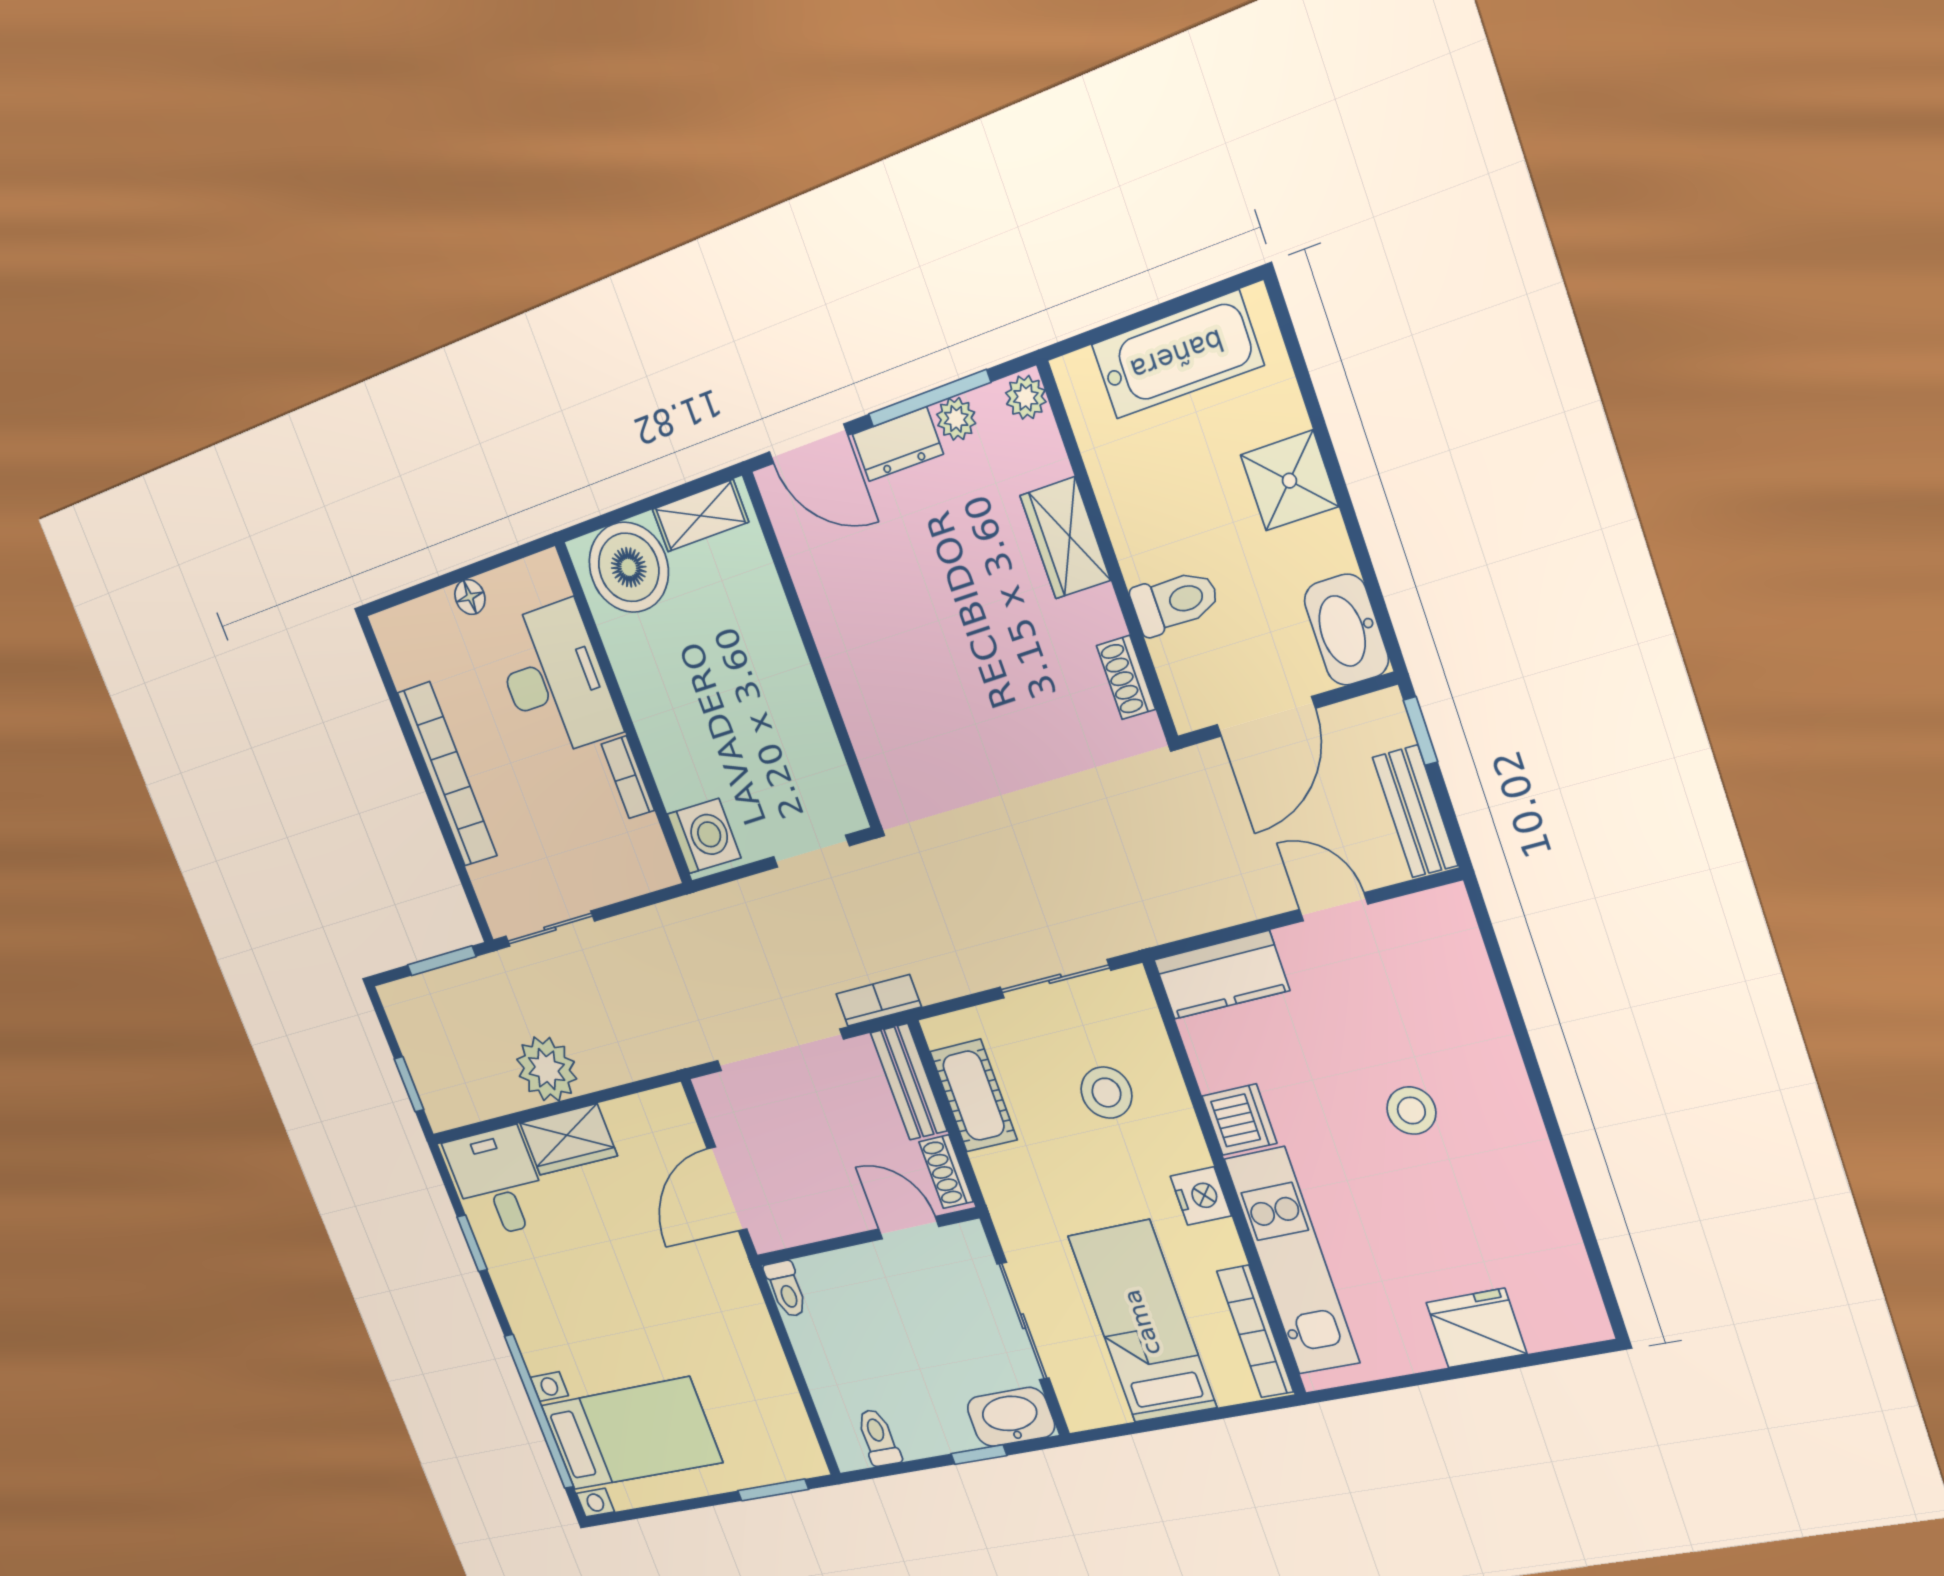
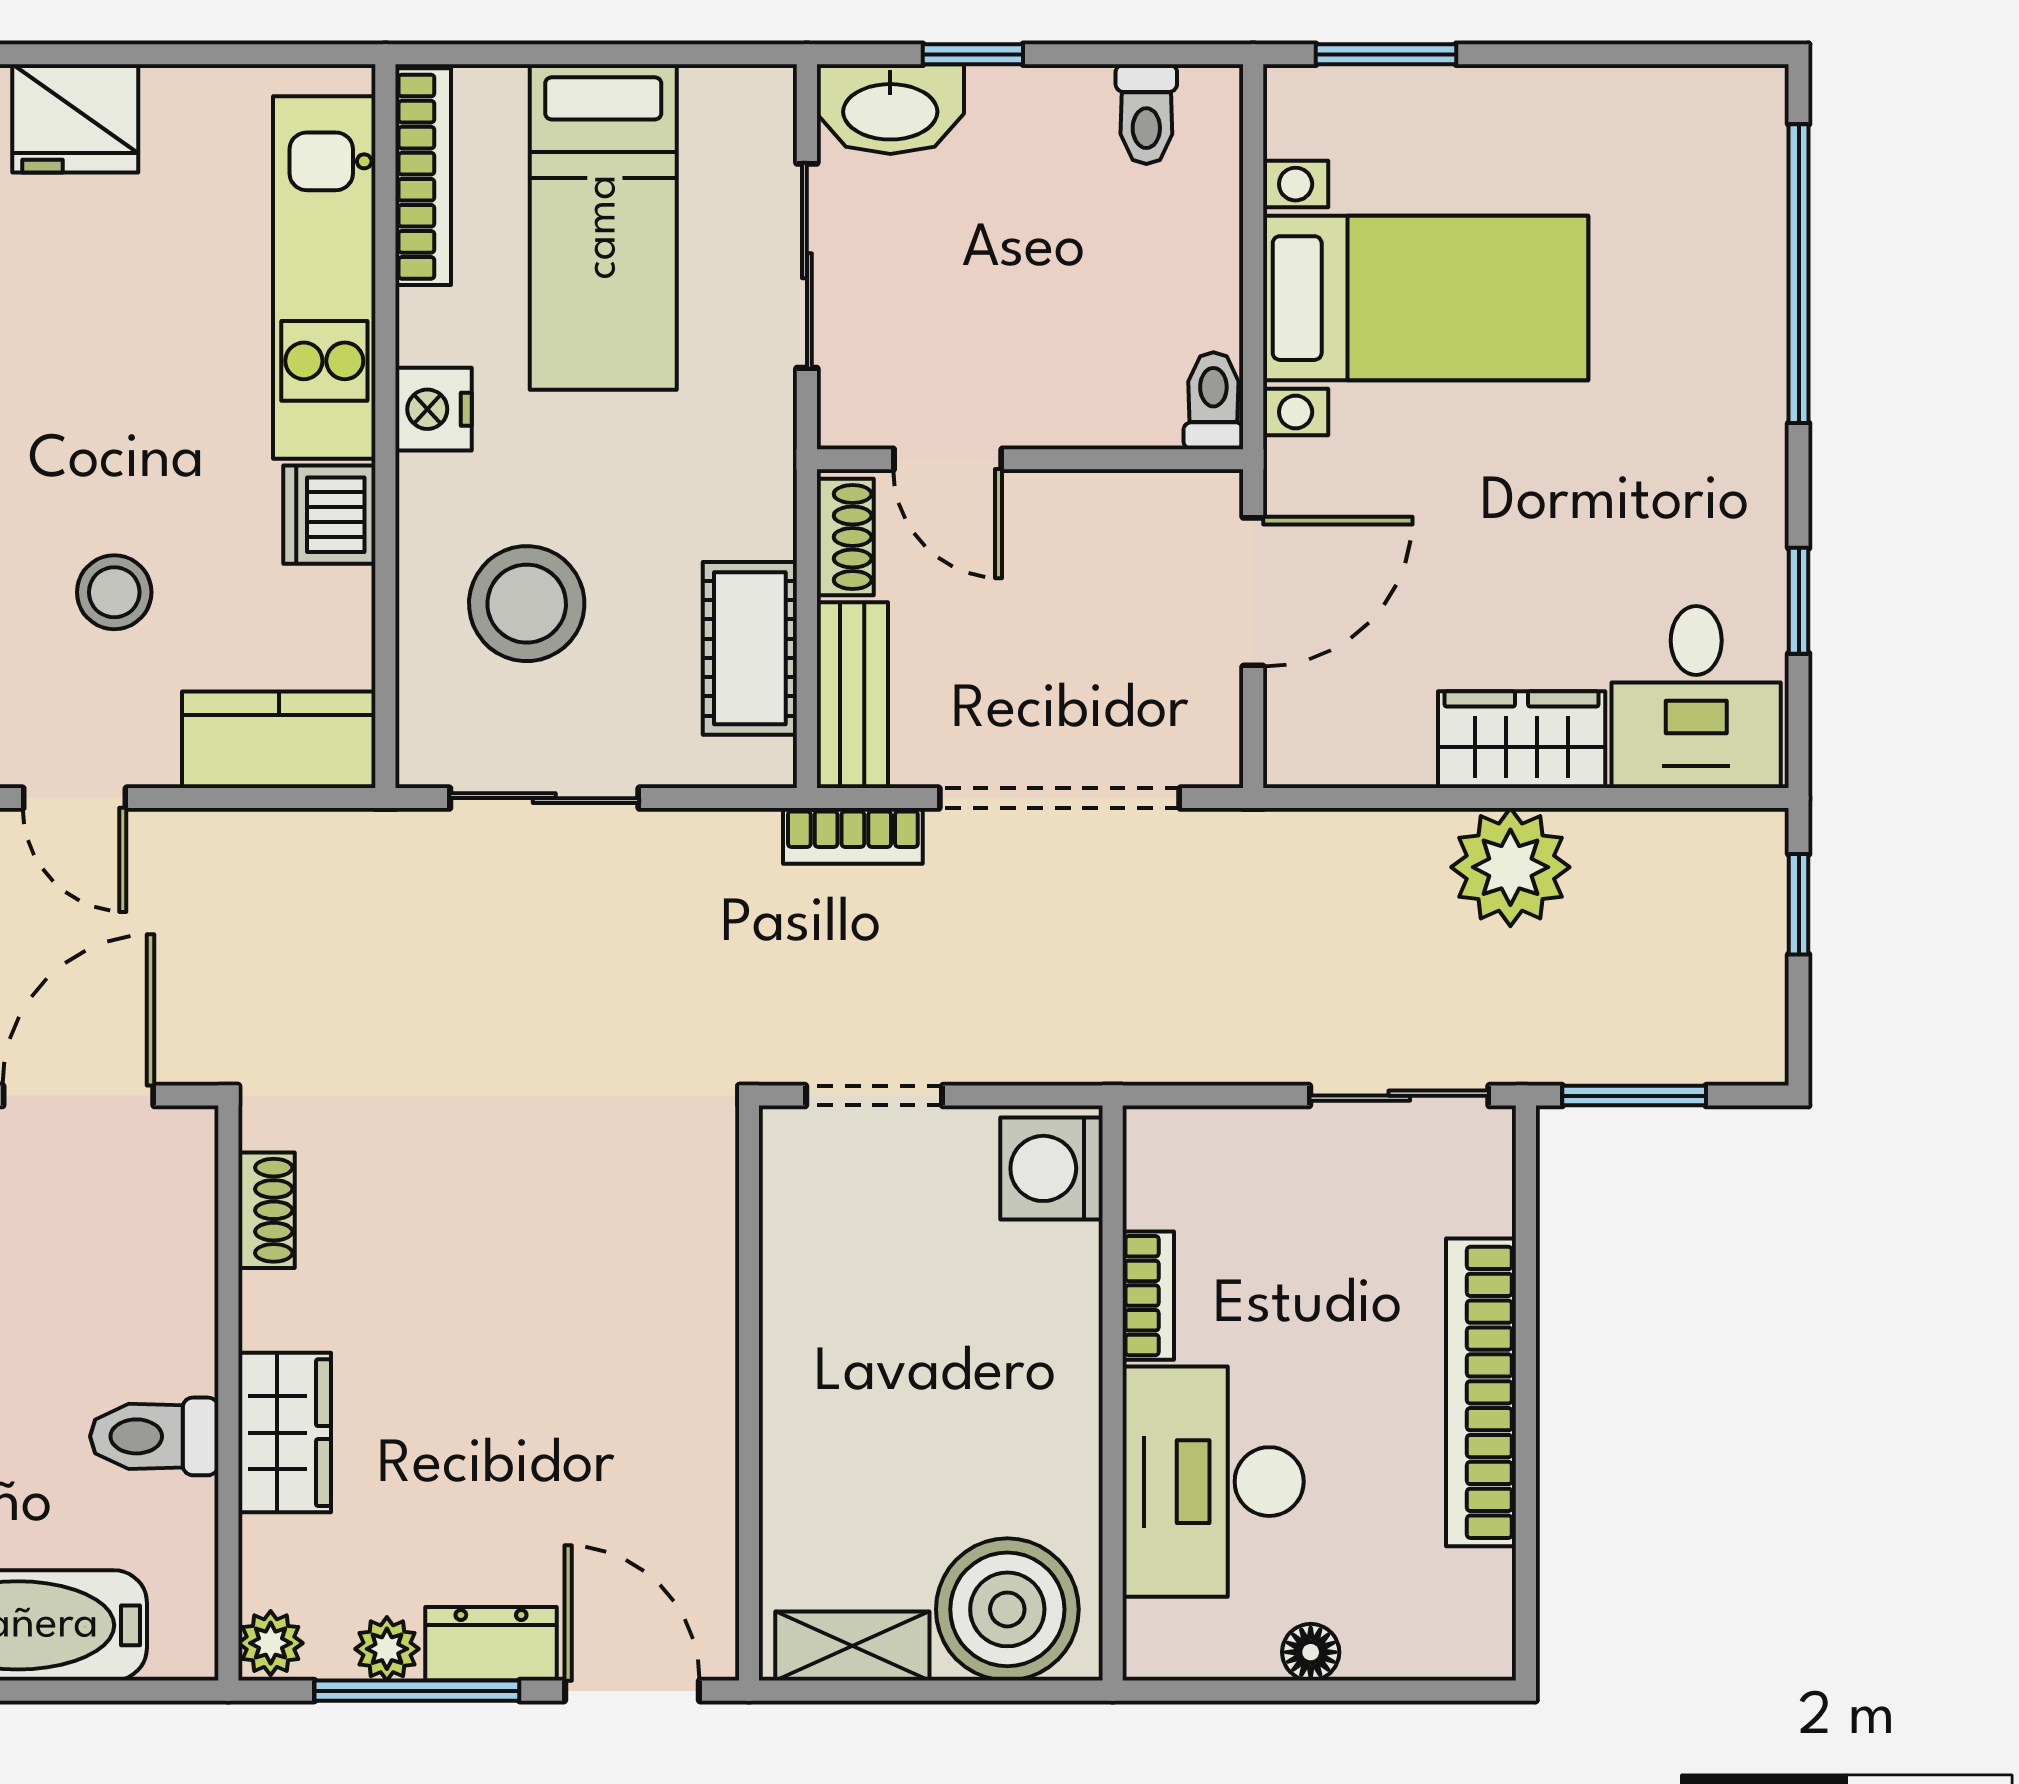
toilet: (1175, 602) -> (154, 1436), moved
stool: (1106, 1093) -> (527, 604), width x1.38, depth x1.38
stool: (1411, 1111) -> (114, 592), moved
bed with nightstands: (631, 1434) -> (1426, 298), moved, turned 180

